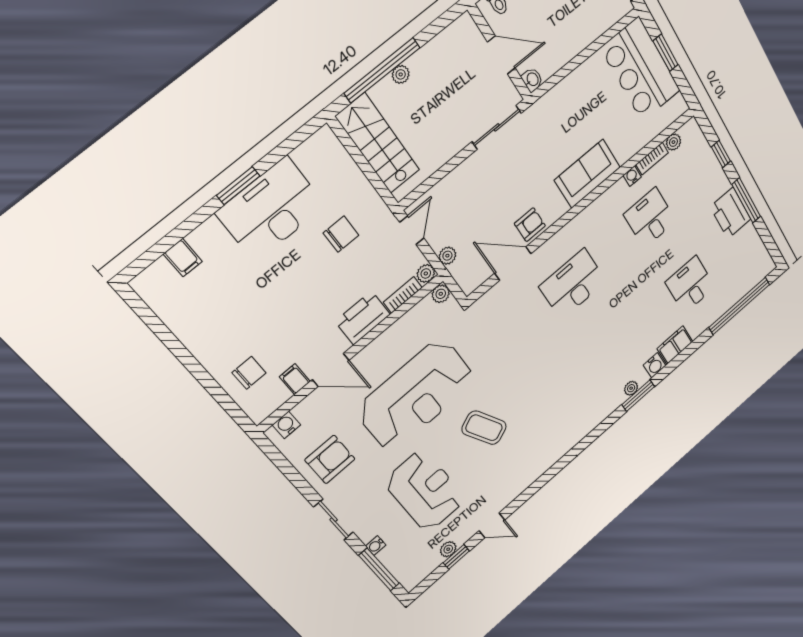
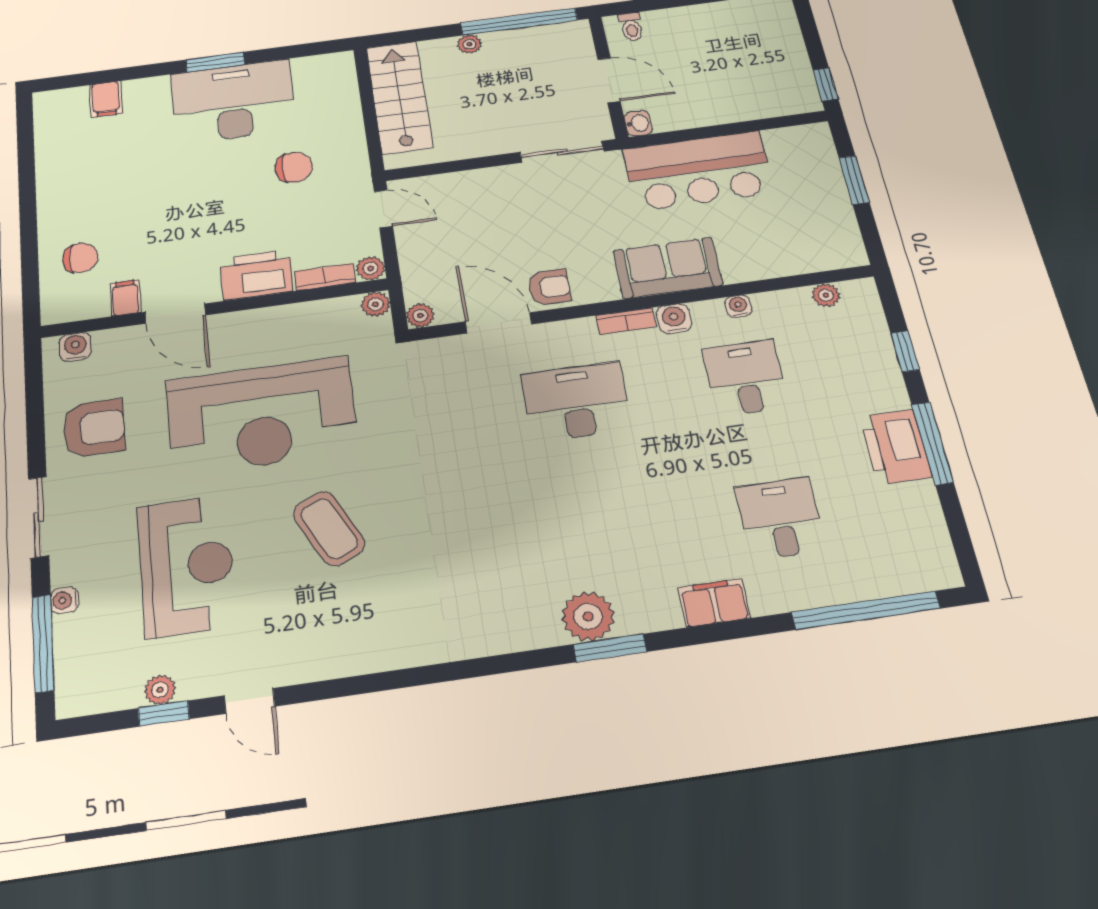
window: (382, 70) -> (519, 22), moved
bar counter: (641, 70) -> (698, 171), moved, turned -90
bookcase: (652, 159) -> (626, 321), moved
door: (412, 230) -> (383, 209), hinge flipped
plant: (447, 256) -> (420, 316), moved
water cooler: (655, 365) -> (674, 319), moved, turned 180
plant: (631, 388) -> (588, 616), width x1.88, depth x1.88

